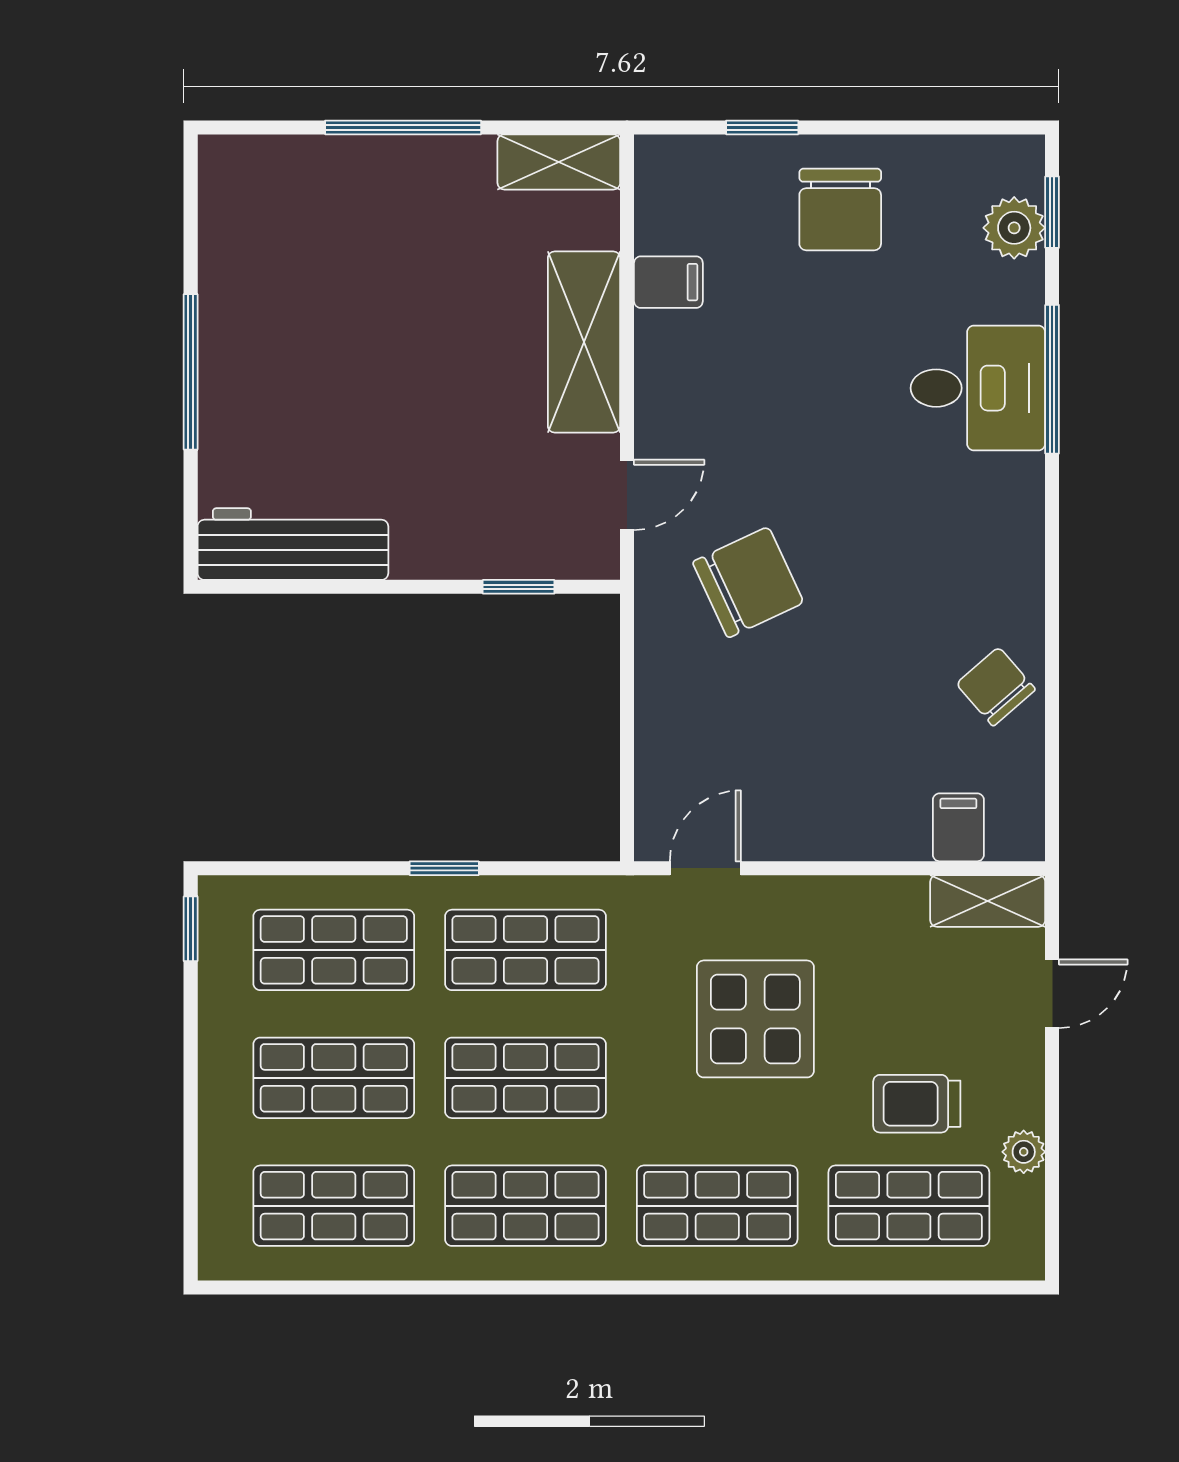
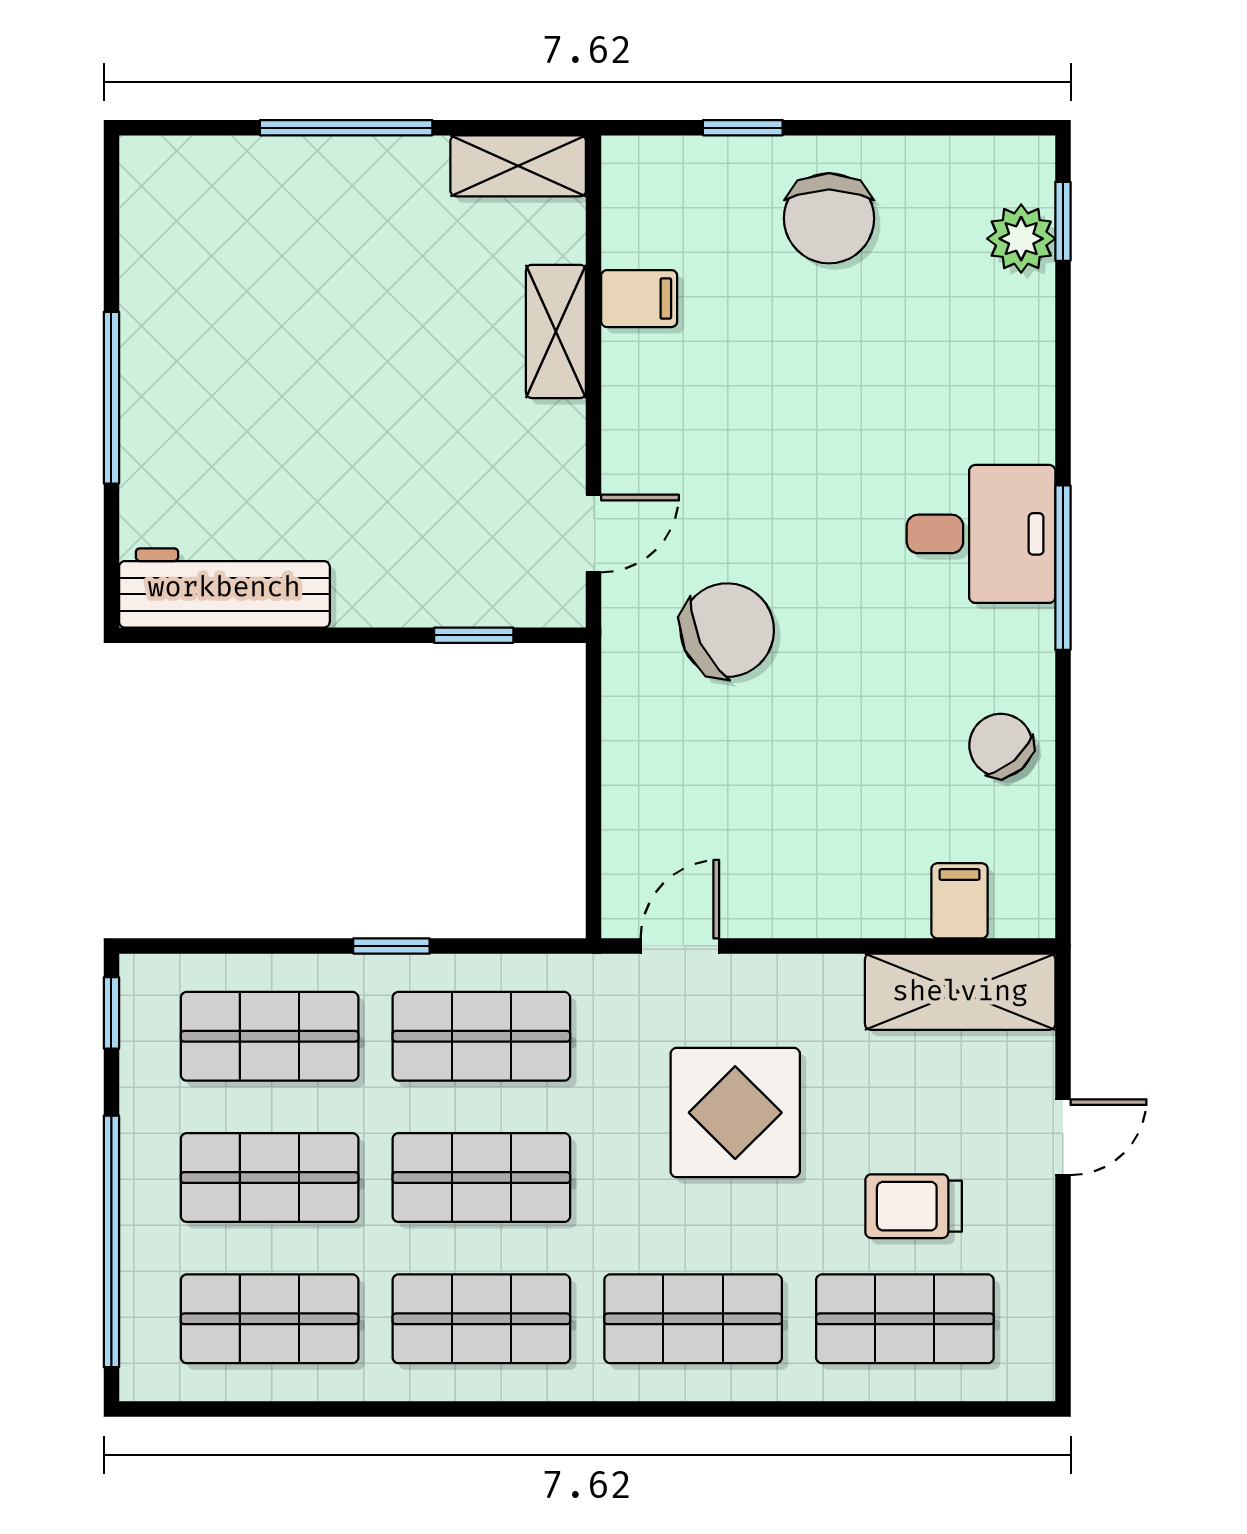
shelving: (584, 342) -> (556, 331), width x0.67, depth x0.75
window: (1052, 379) -> (1063, 568), moved
desk: (978, 388) -> (981, 534), moved
shelving: (988, 901) -> (960, 992), width x1.50, depth x1.33
door: (1052, 994) -> (1063, 1137), moved
window: (191, 1136) -> (111, 1241), added
plant: (1024, 1152) -> (1032, 1259), removed

